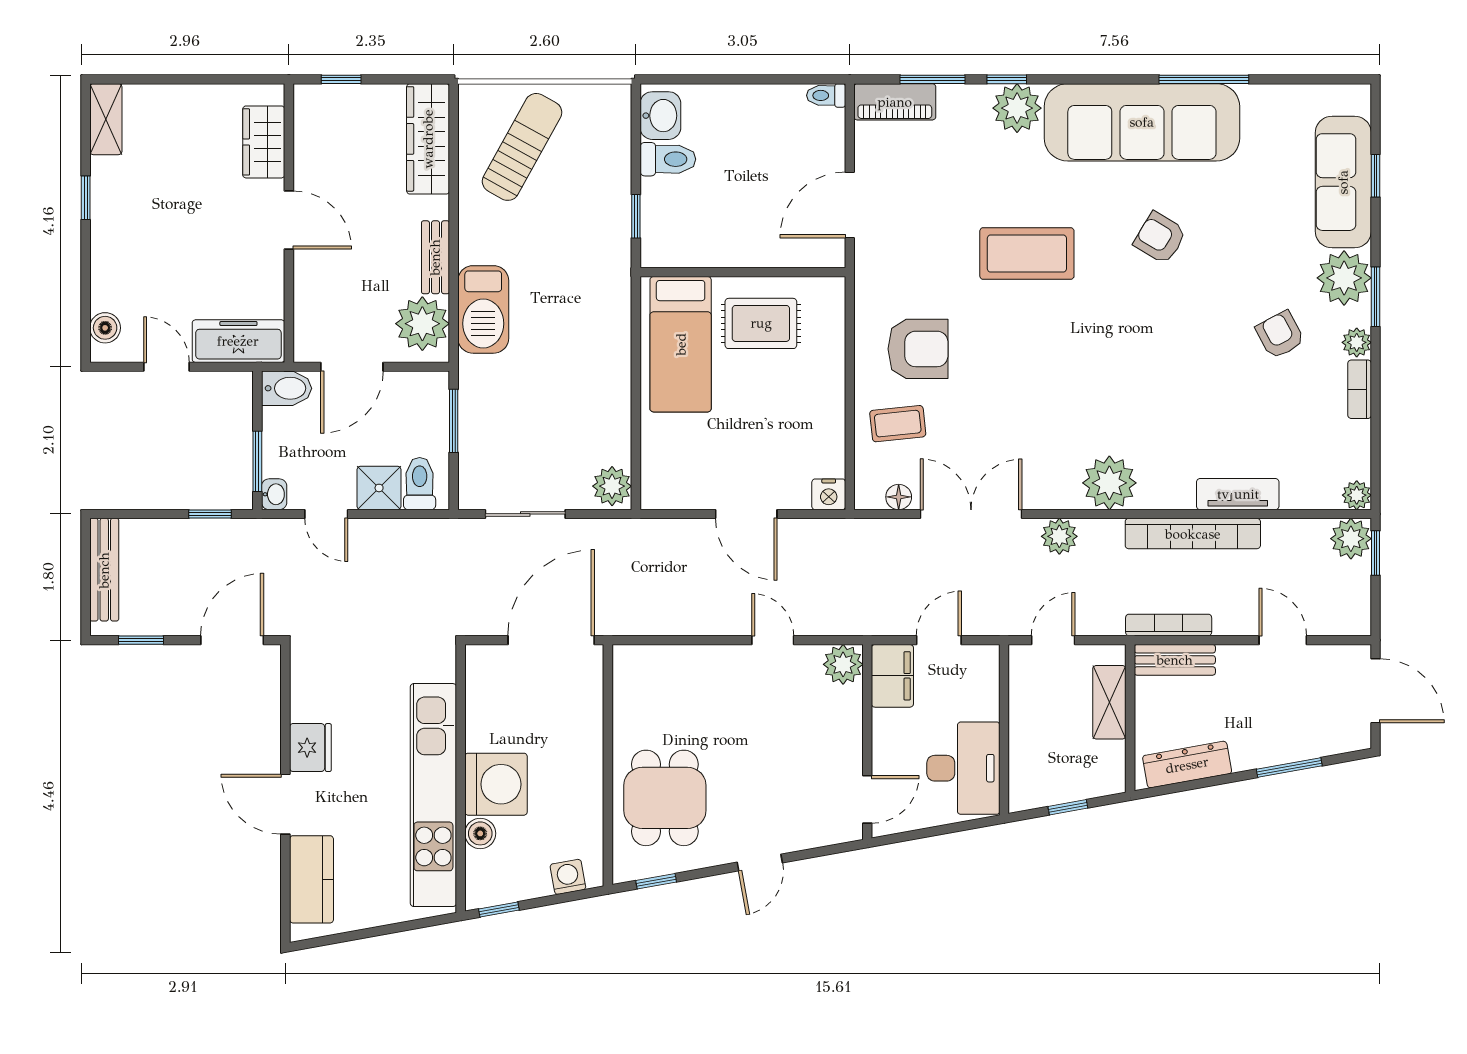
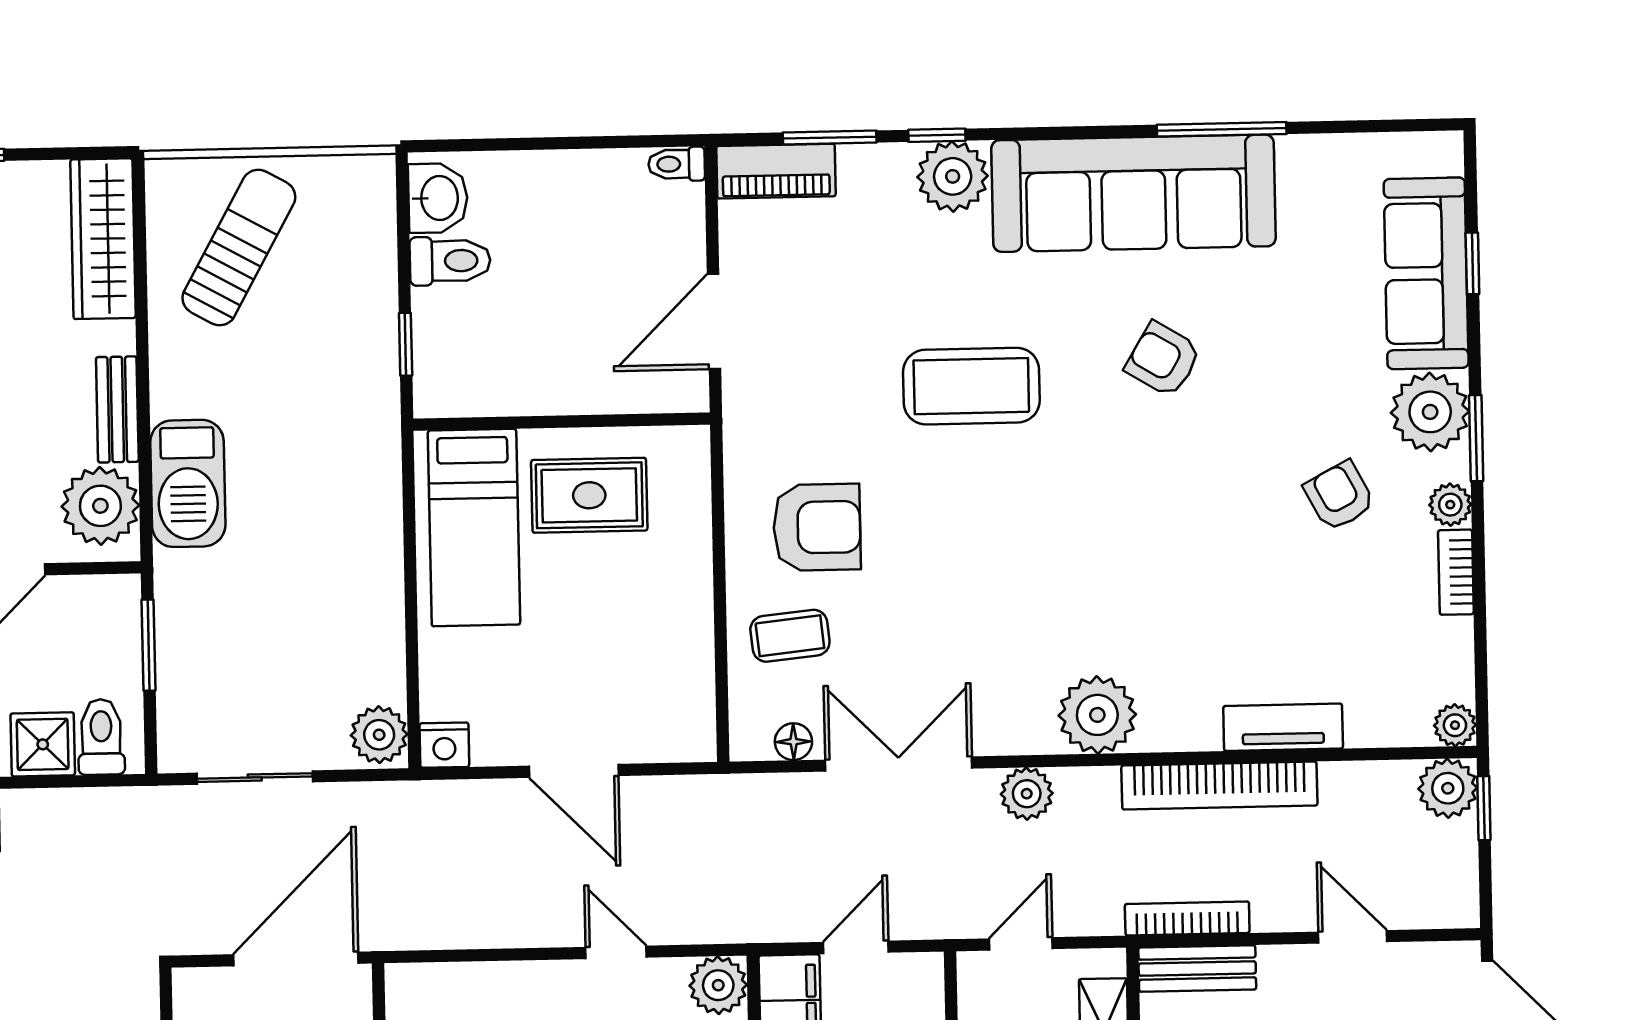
nightstand: (829, 494) -> (444, 745), moved

